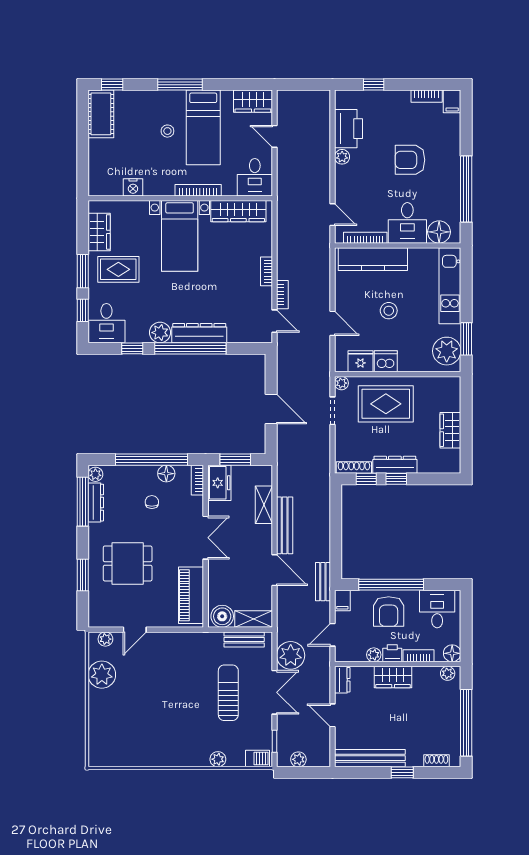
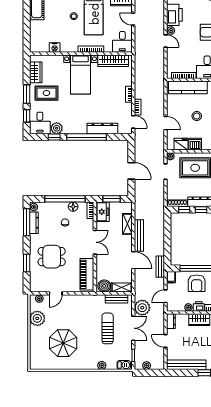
door: (332, 215) -> (165, 41), moved
plant: (160, 333) -> (57, 128), moved
dresser: (199, 333) -> (102, 129), moved
parasol: (149, 719) -> (63, 343), added

